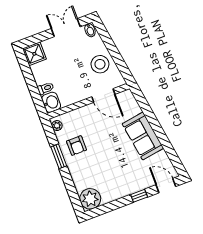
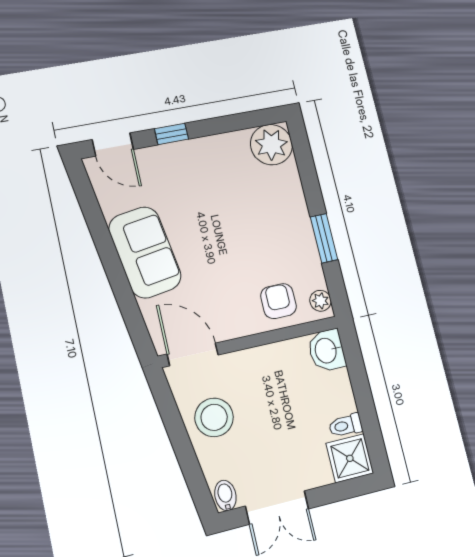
toilet: (46, 88) -> (346, 425), moved
door: (103, 95) -> (193, 355), moved
armchair: (77, 146) -> (278, 301), moved

